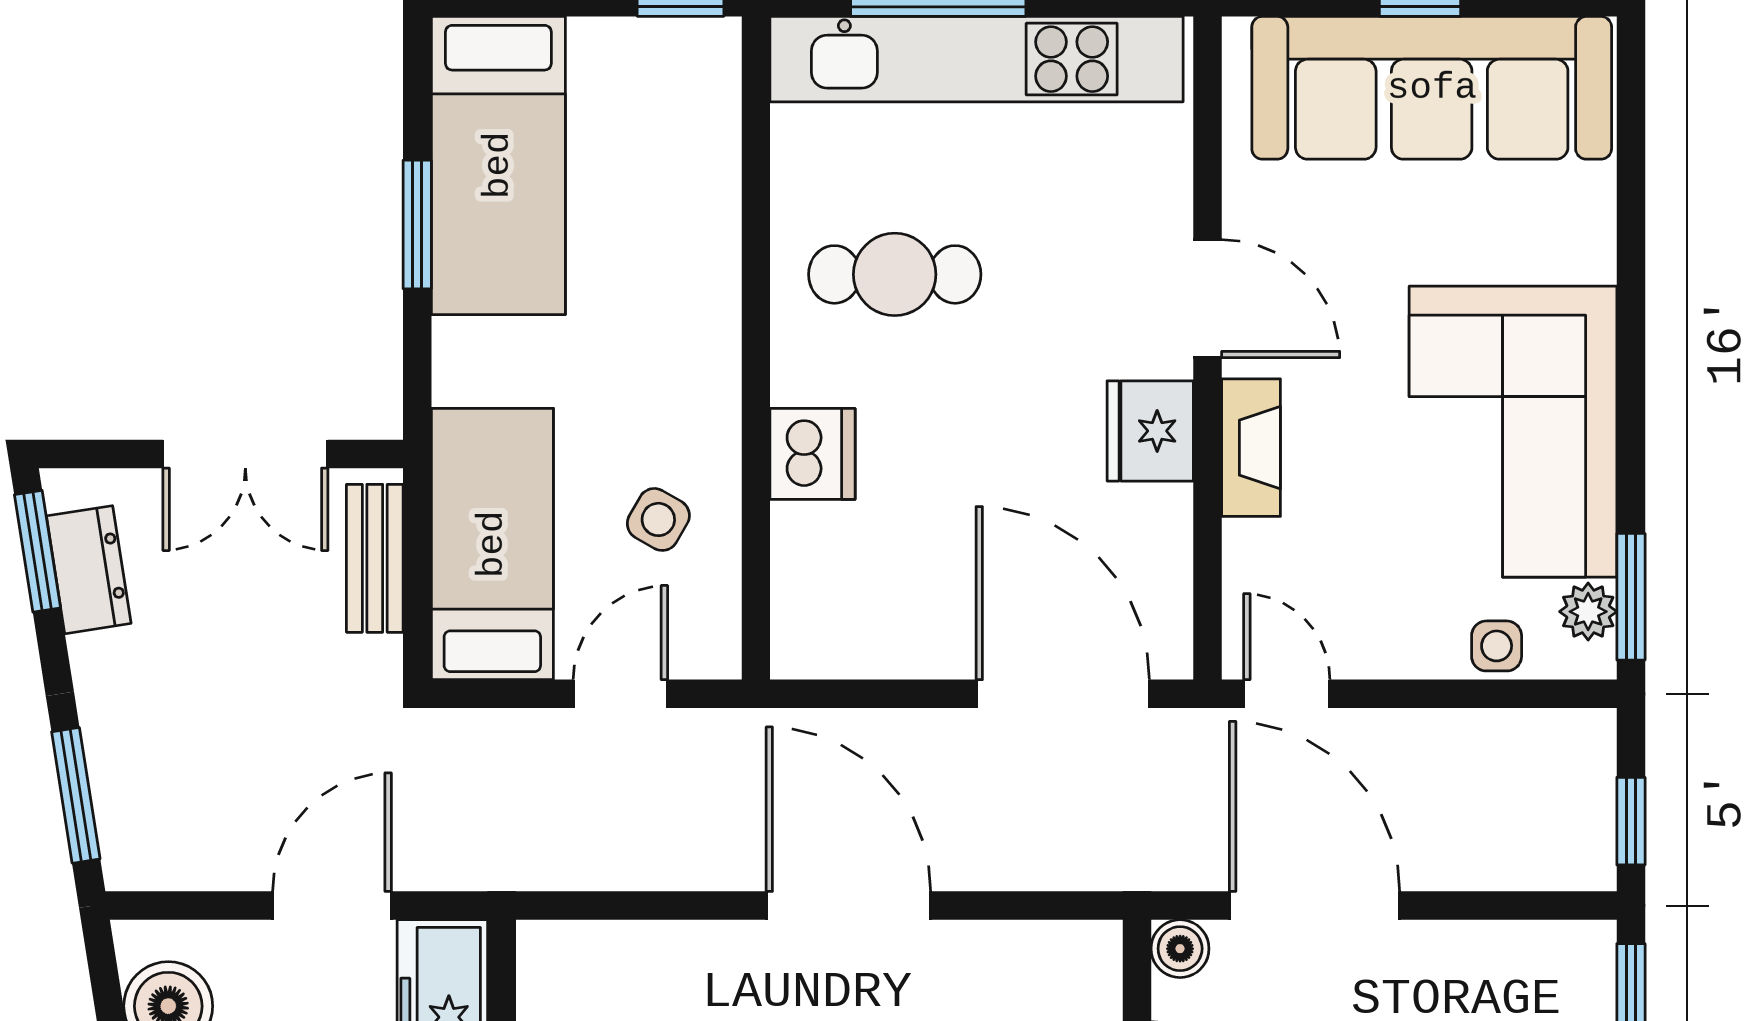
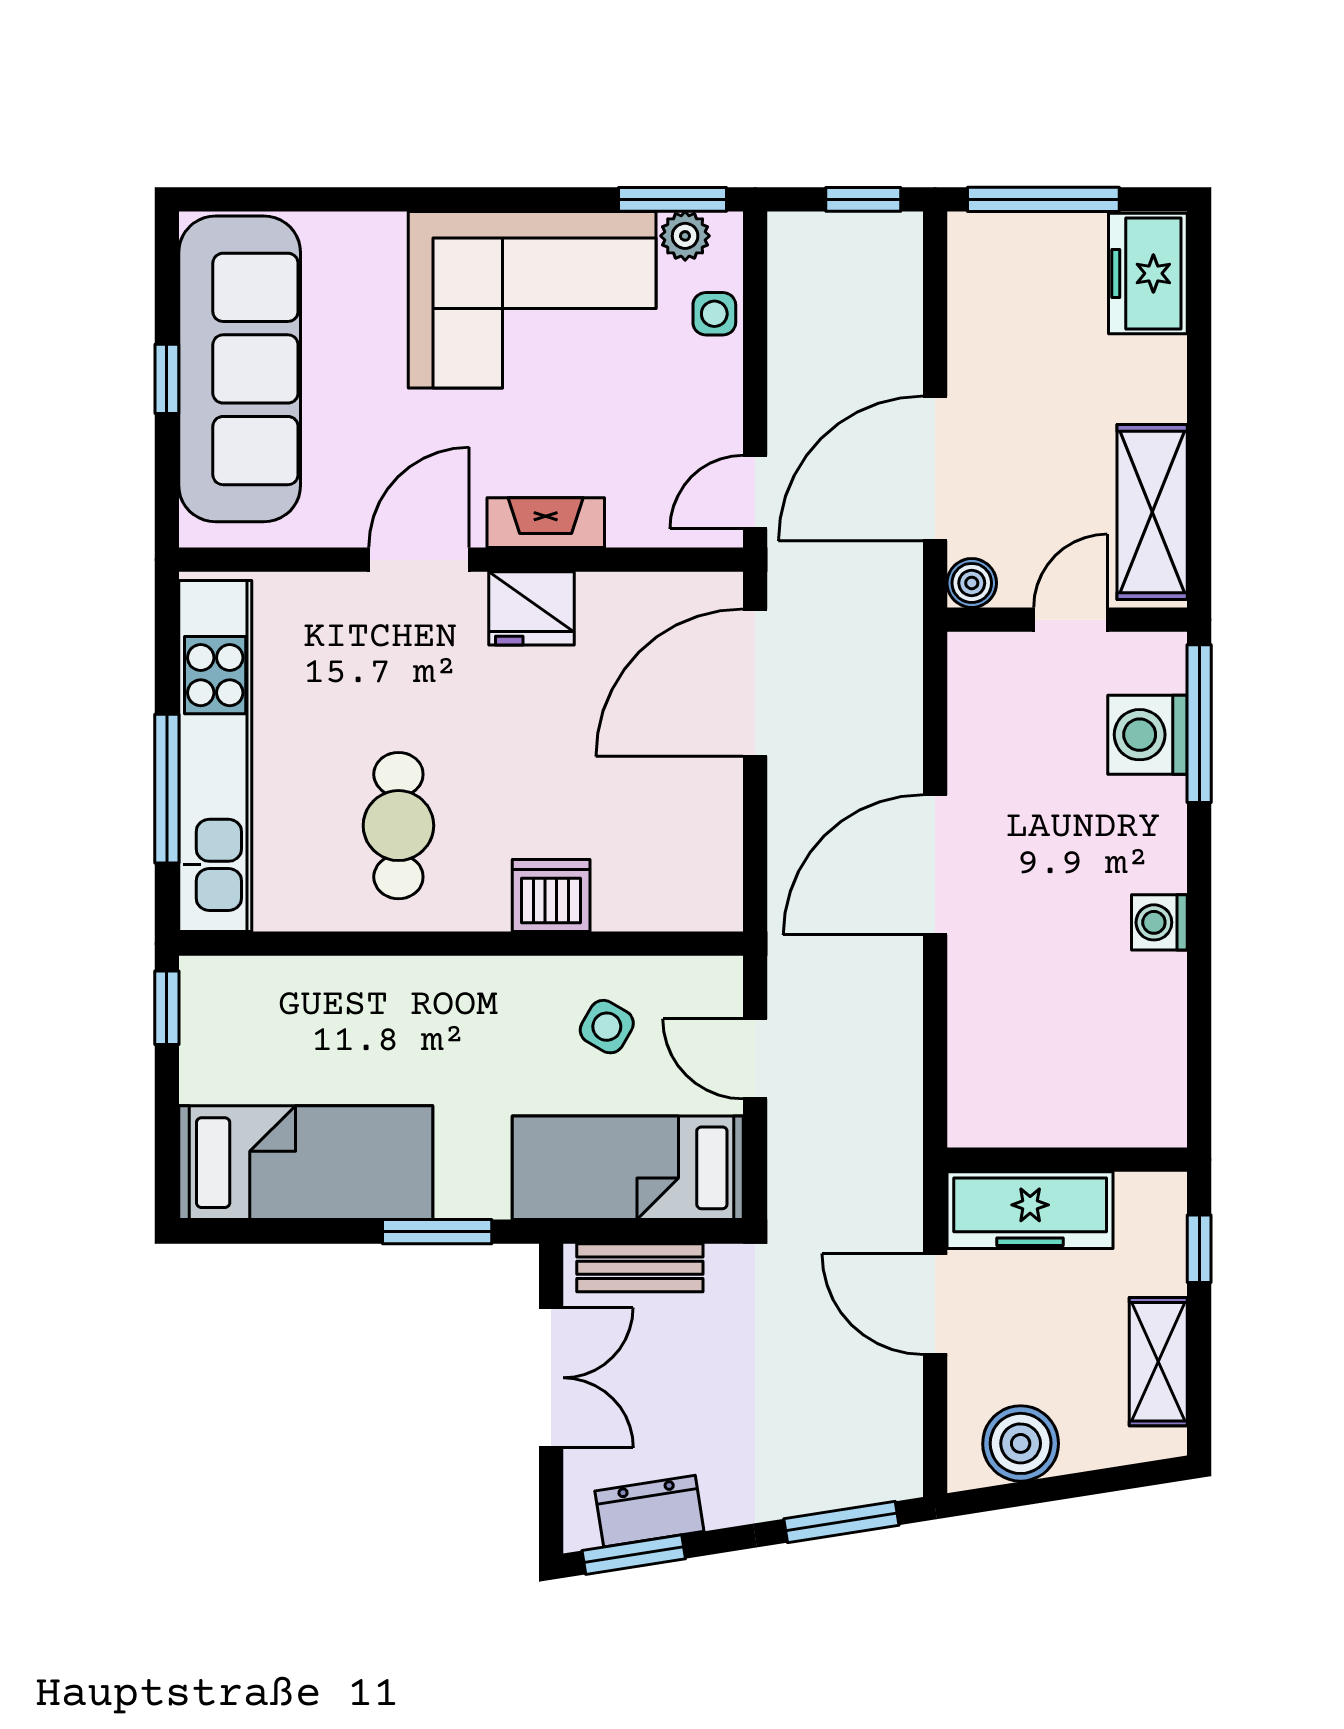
window: (417, 224) -> (437, 1232), moved

